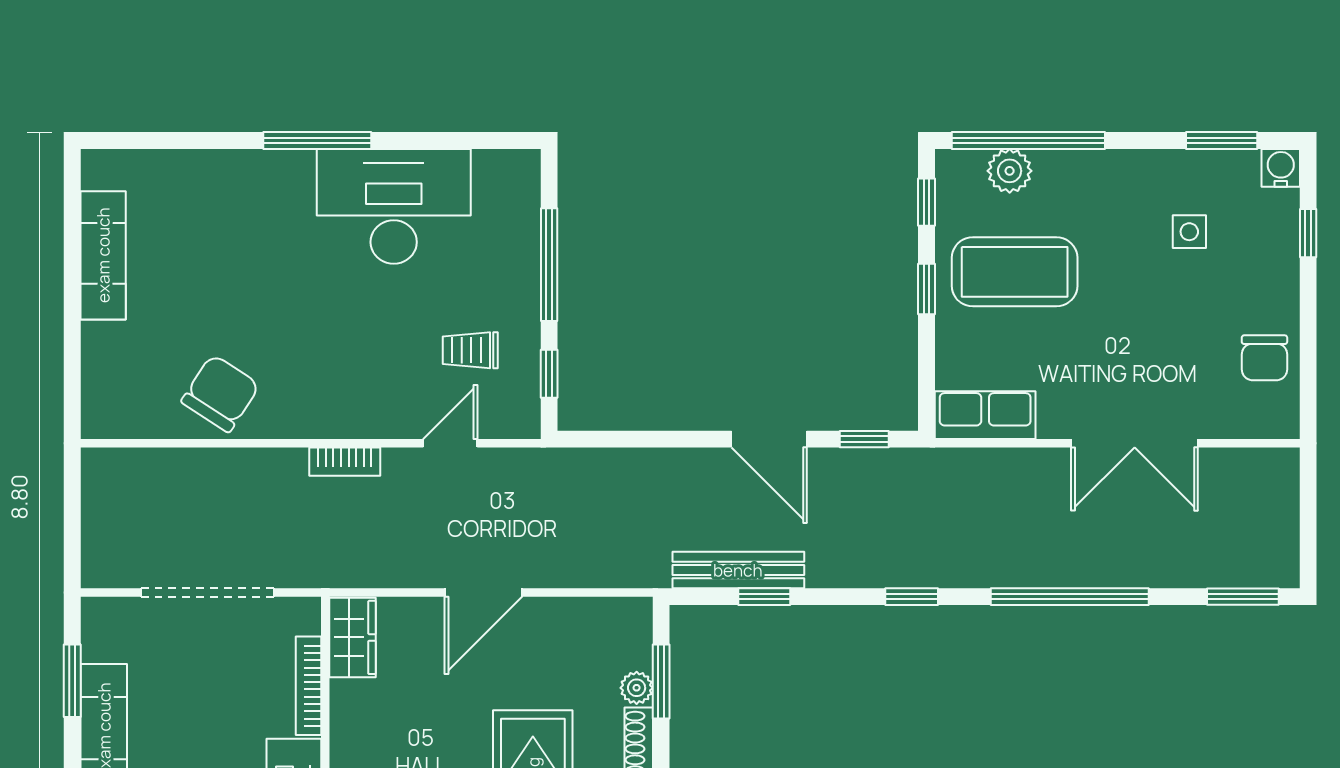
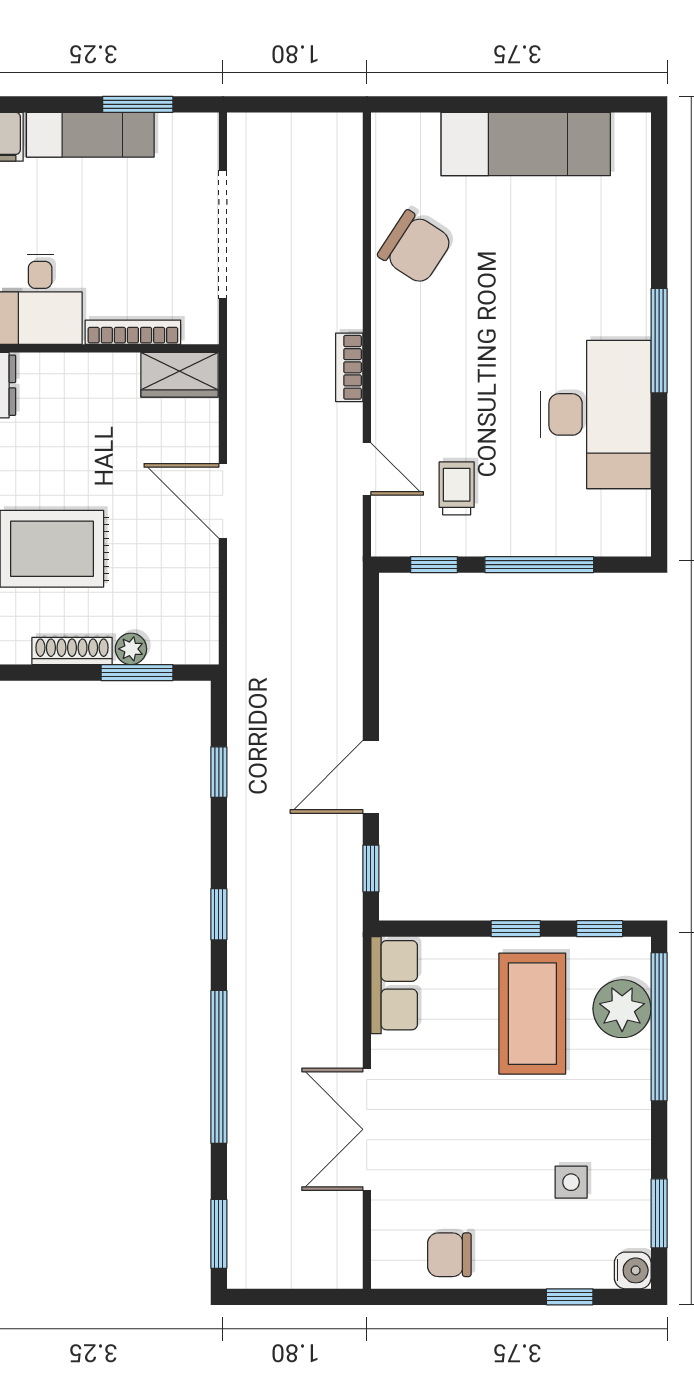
plant: (1010, 171) -> (622, 1009), width x1.36, depth x1.36
exam couch: (103, 255) -> (526, 144), width x1.36, depth x1.45
bench: (738, 570) -> (245, 747), removed

